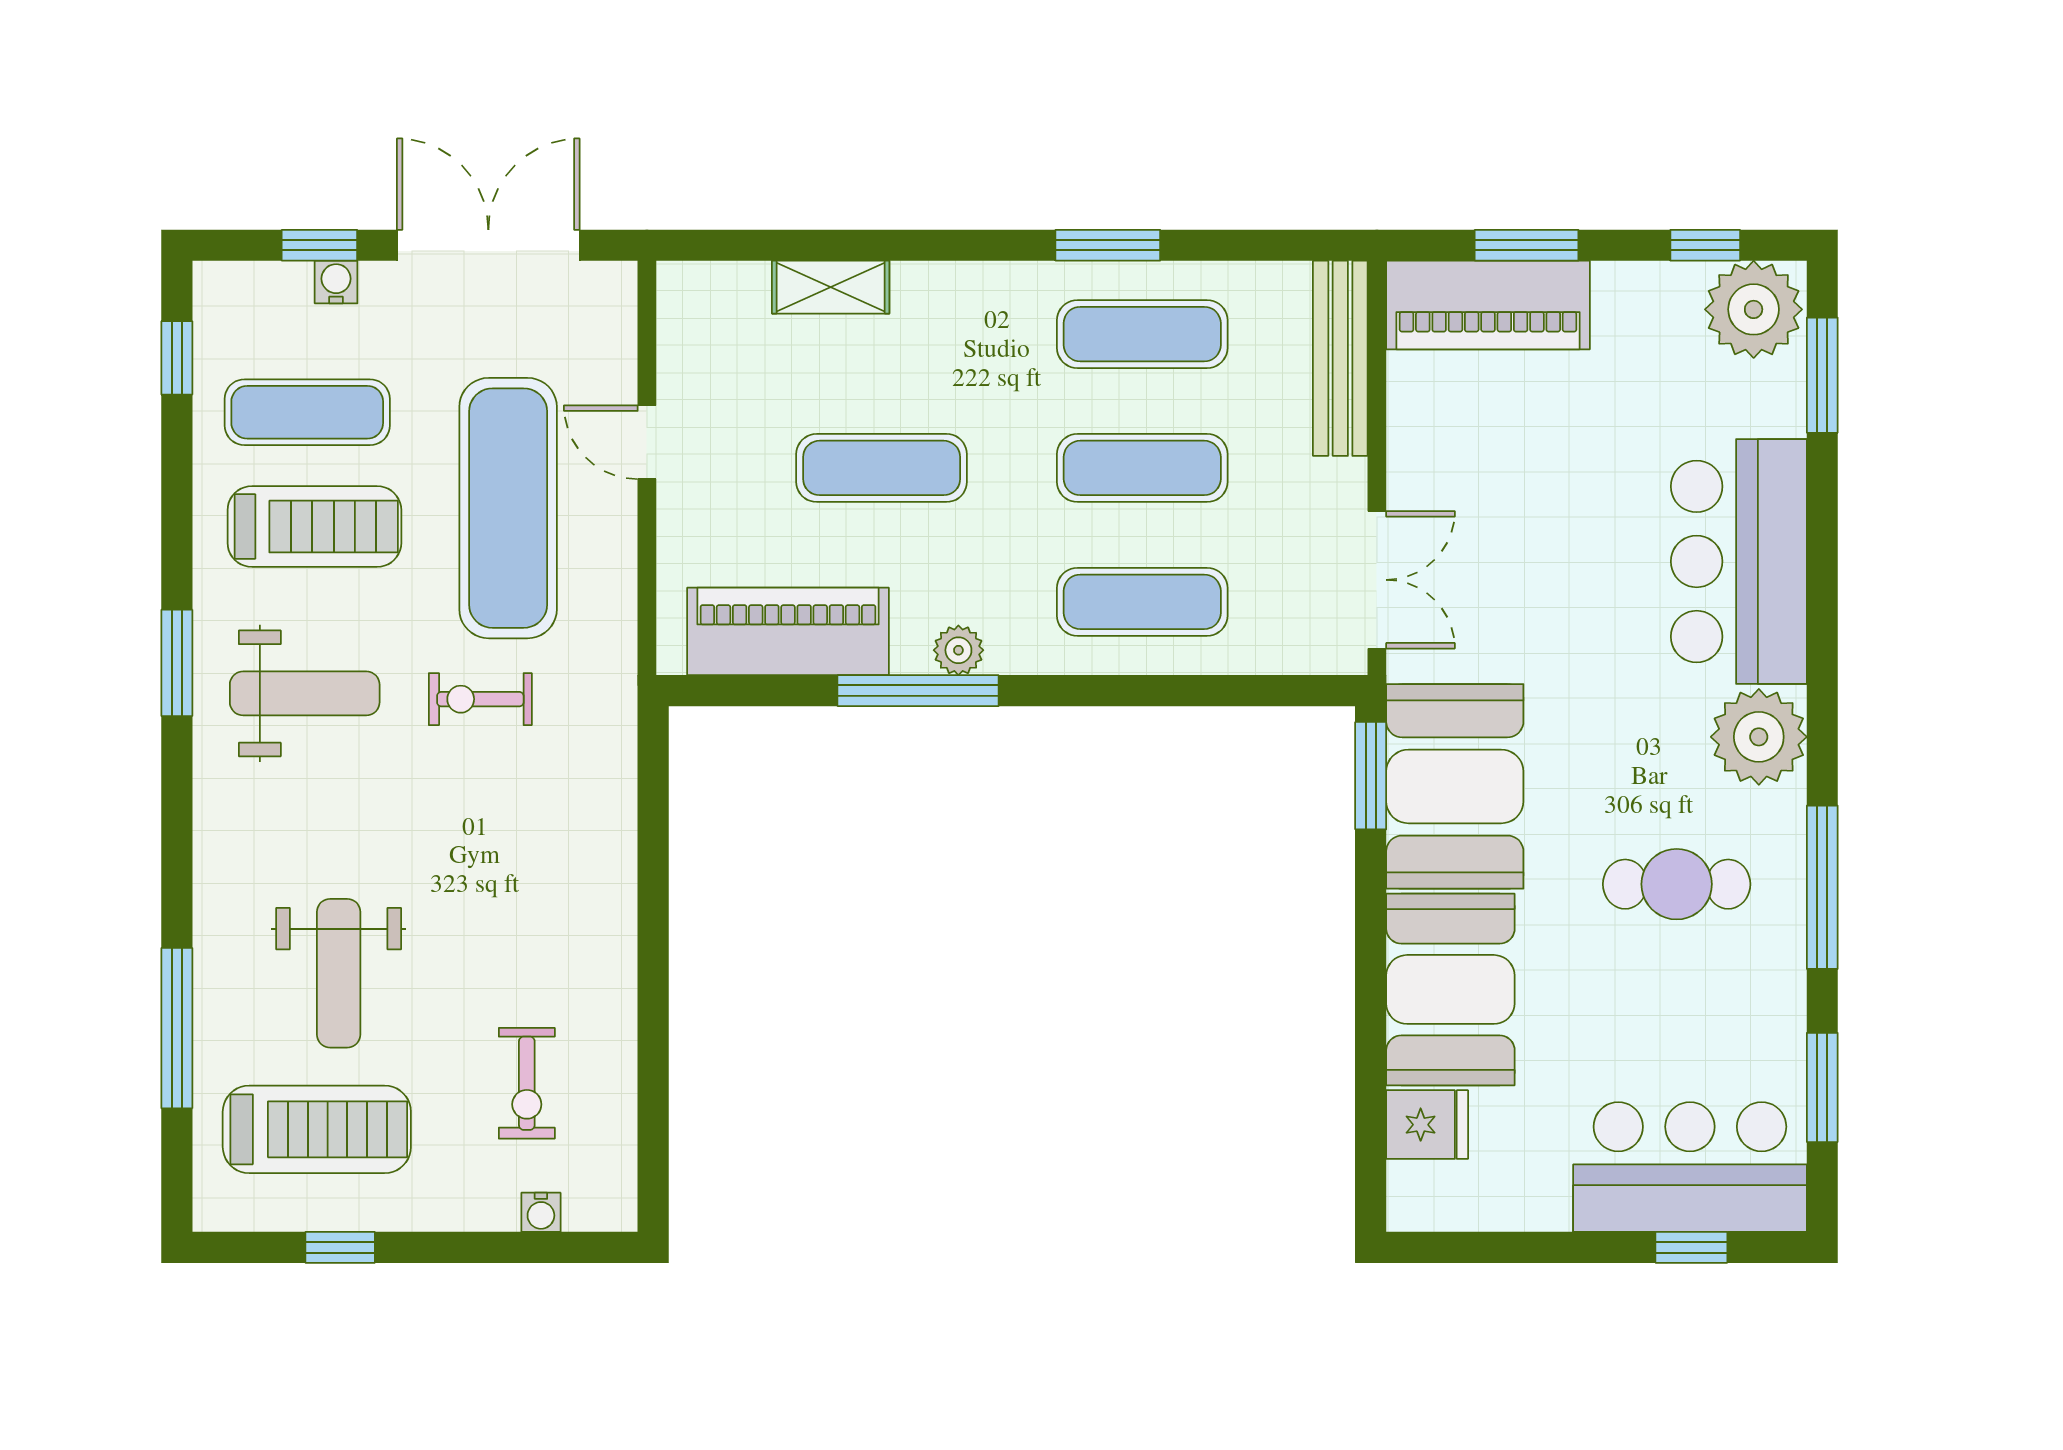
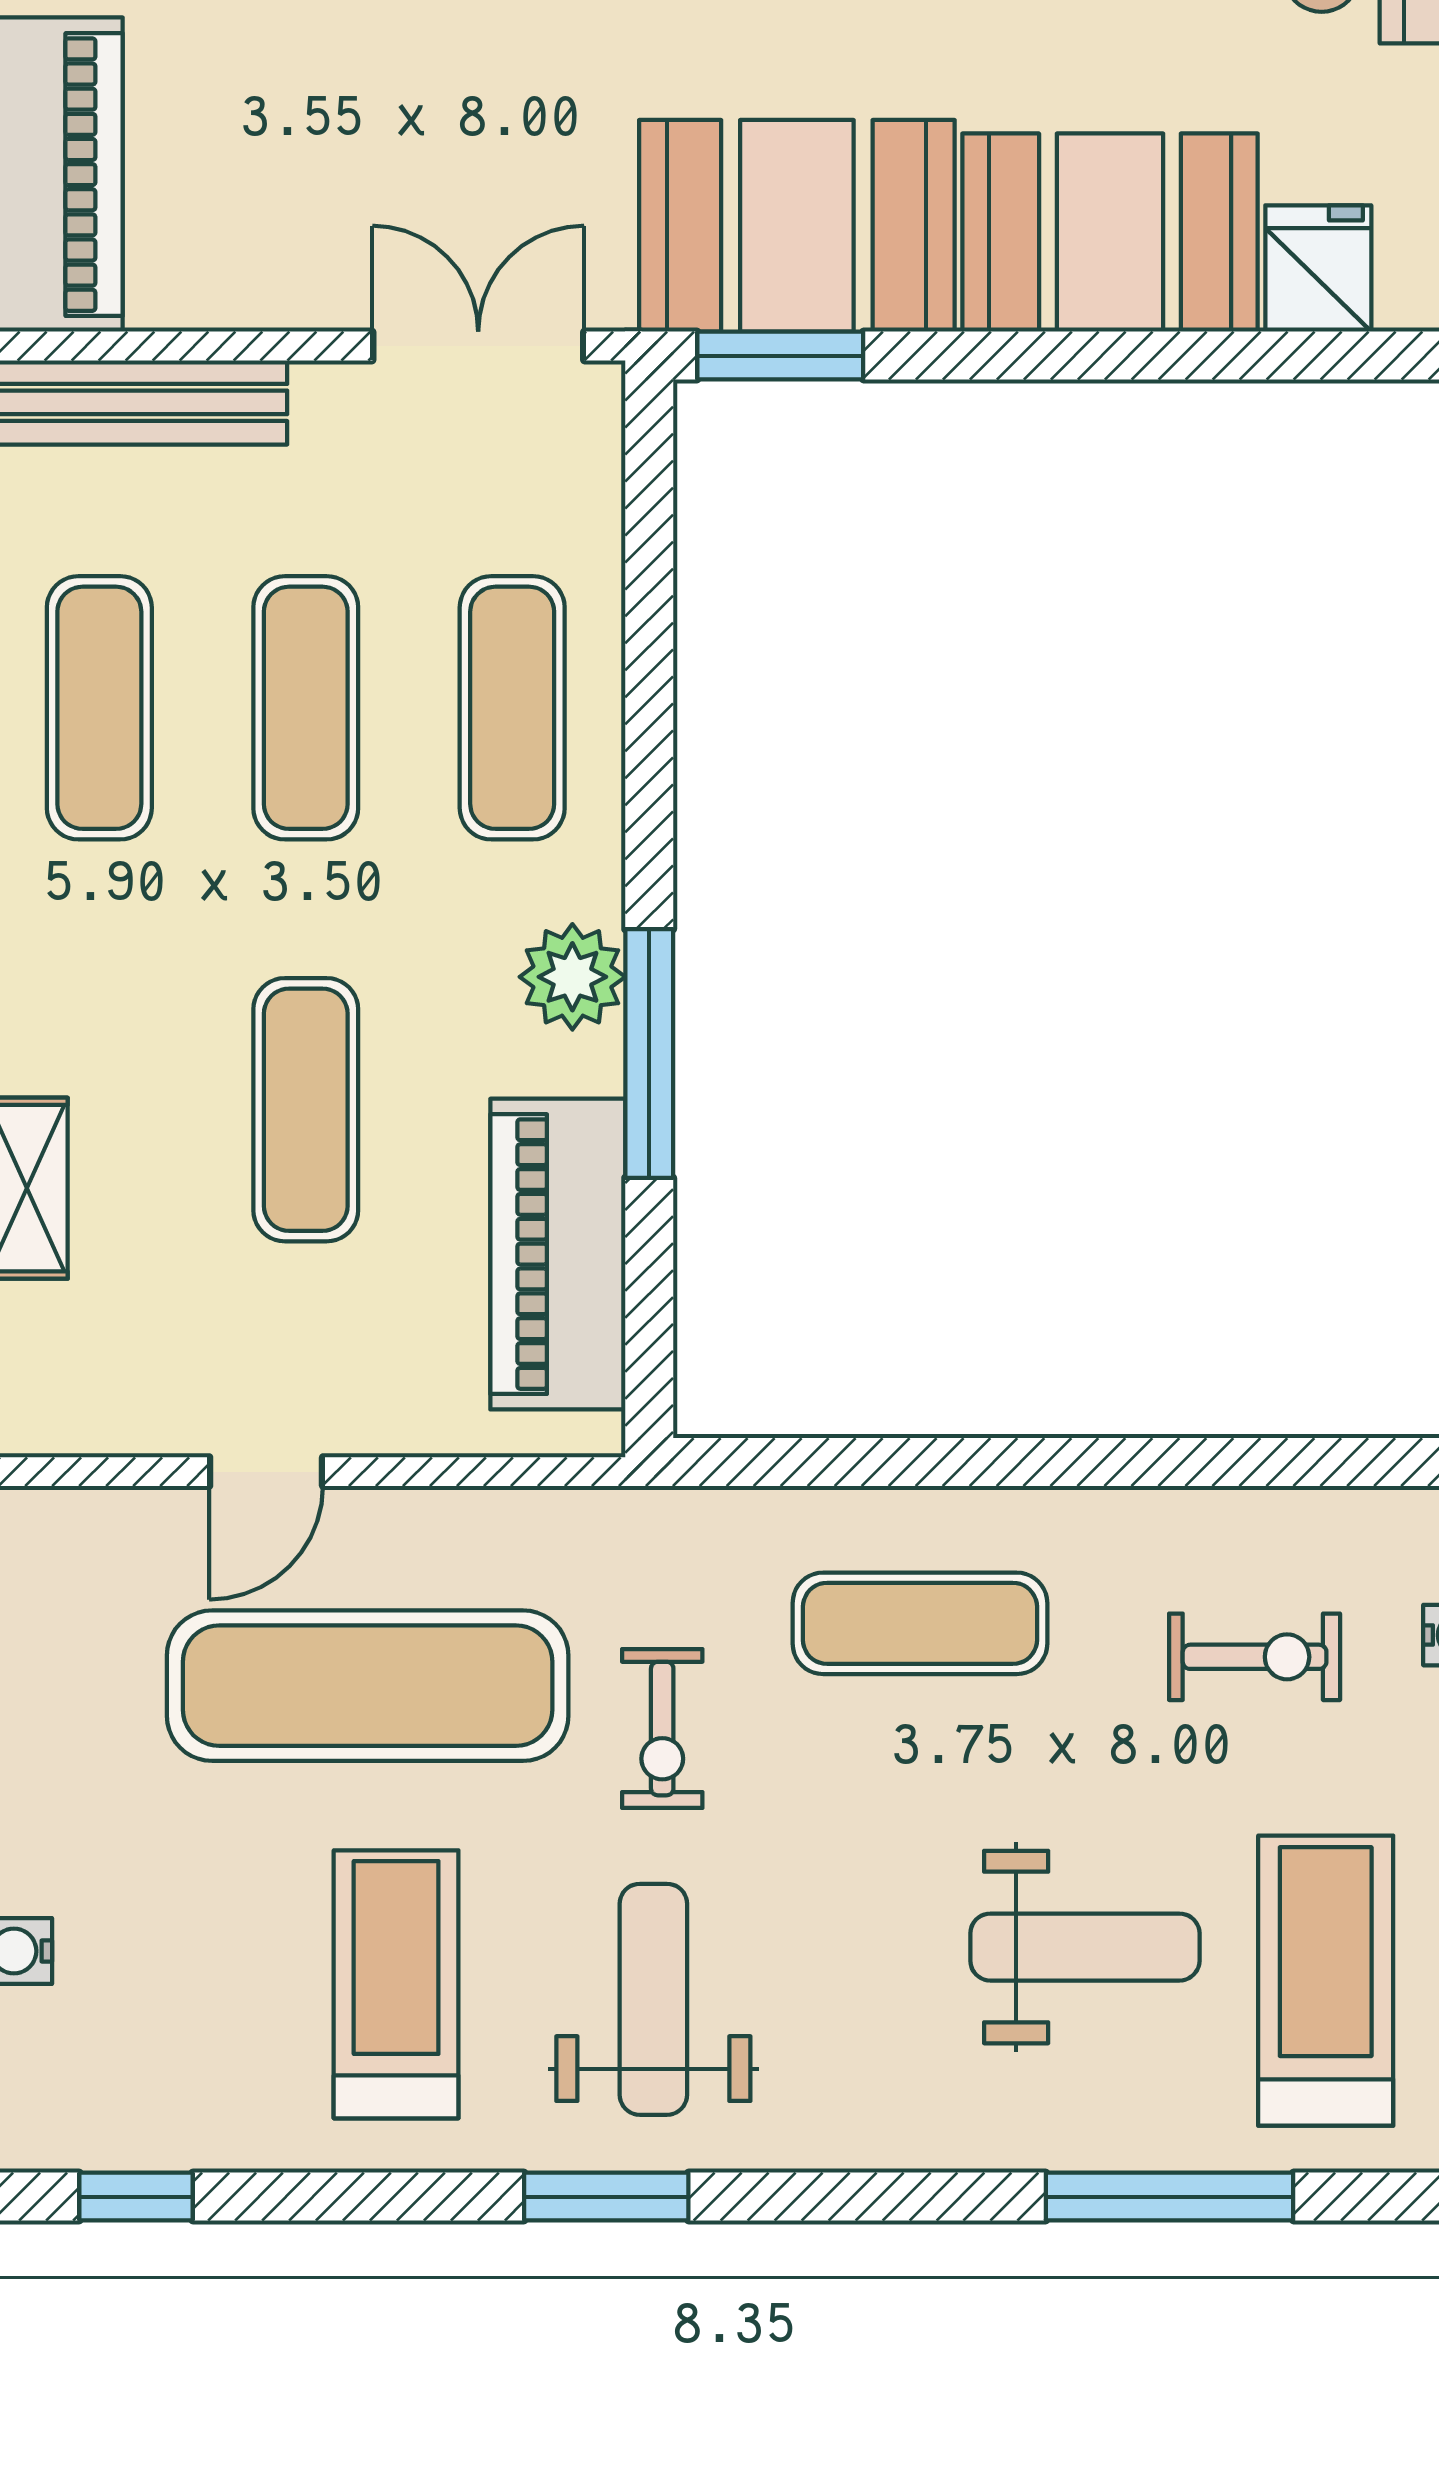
exercise mat: (307, 412) -> (920, 1623), moved, turned 90
plant: (958, 650) -> (572, 977), width x1.38, depth x1.38

